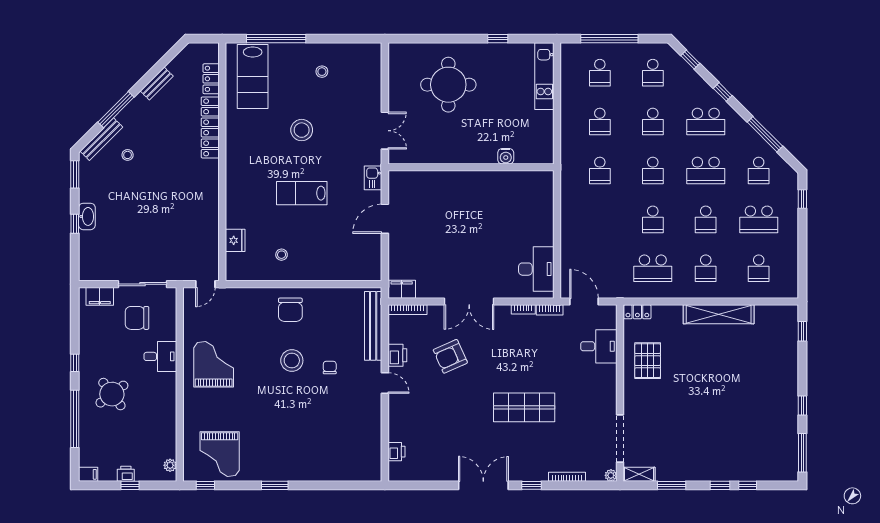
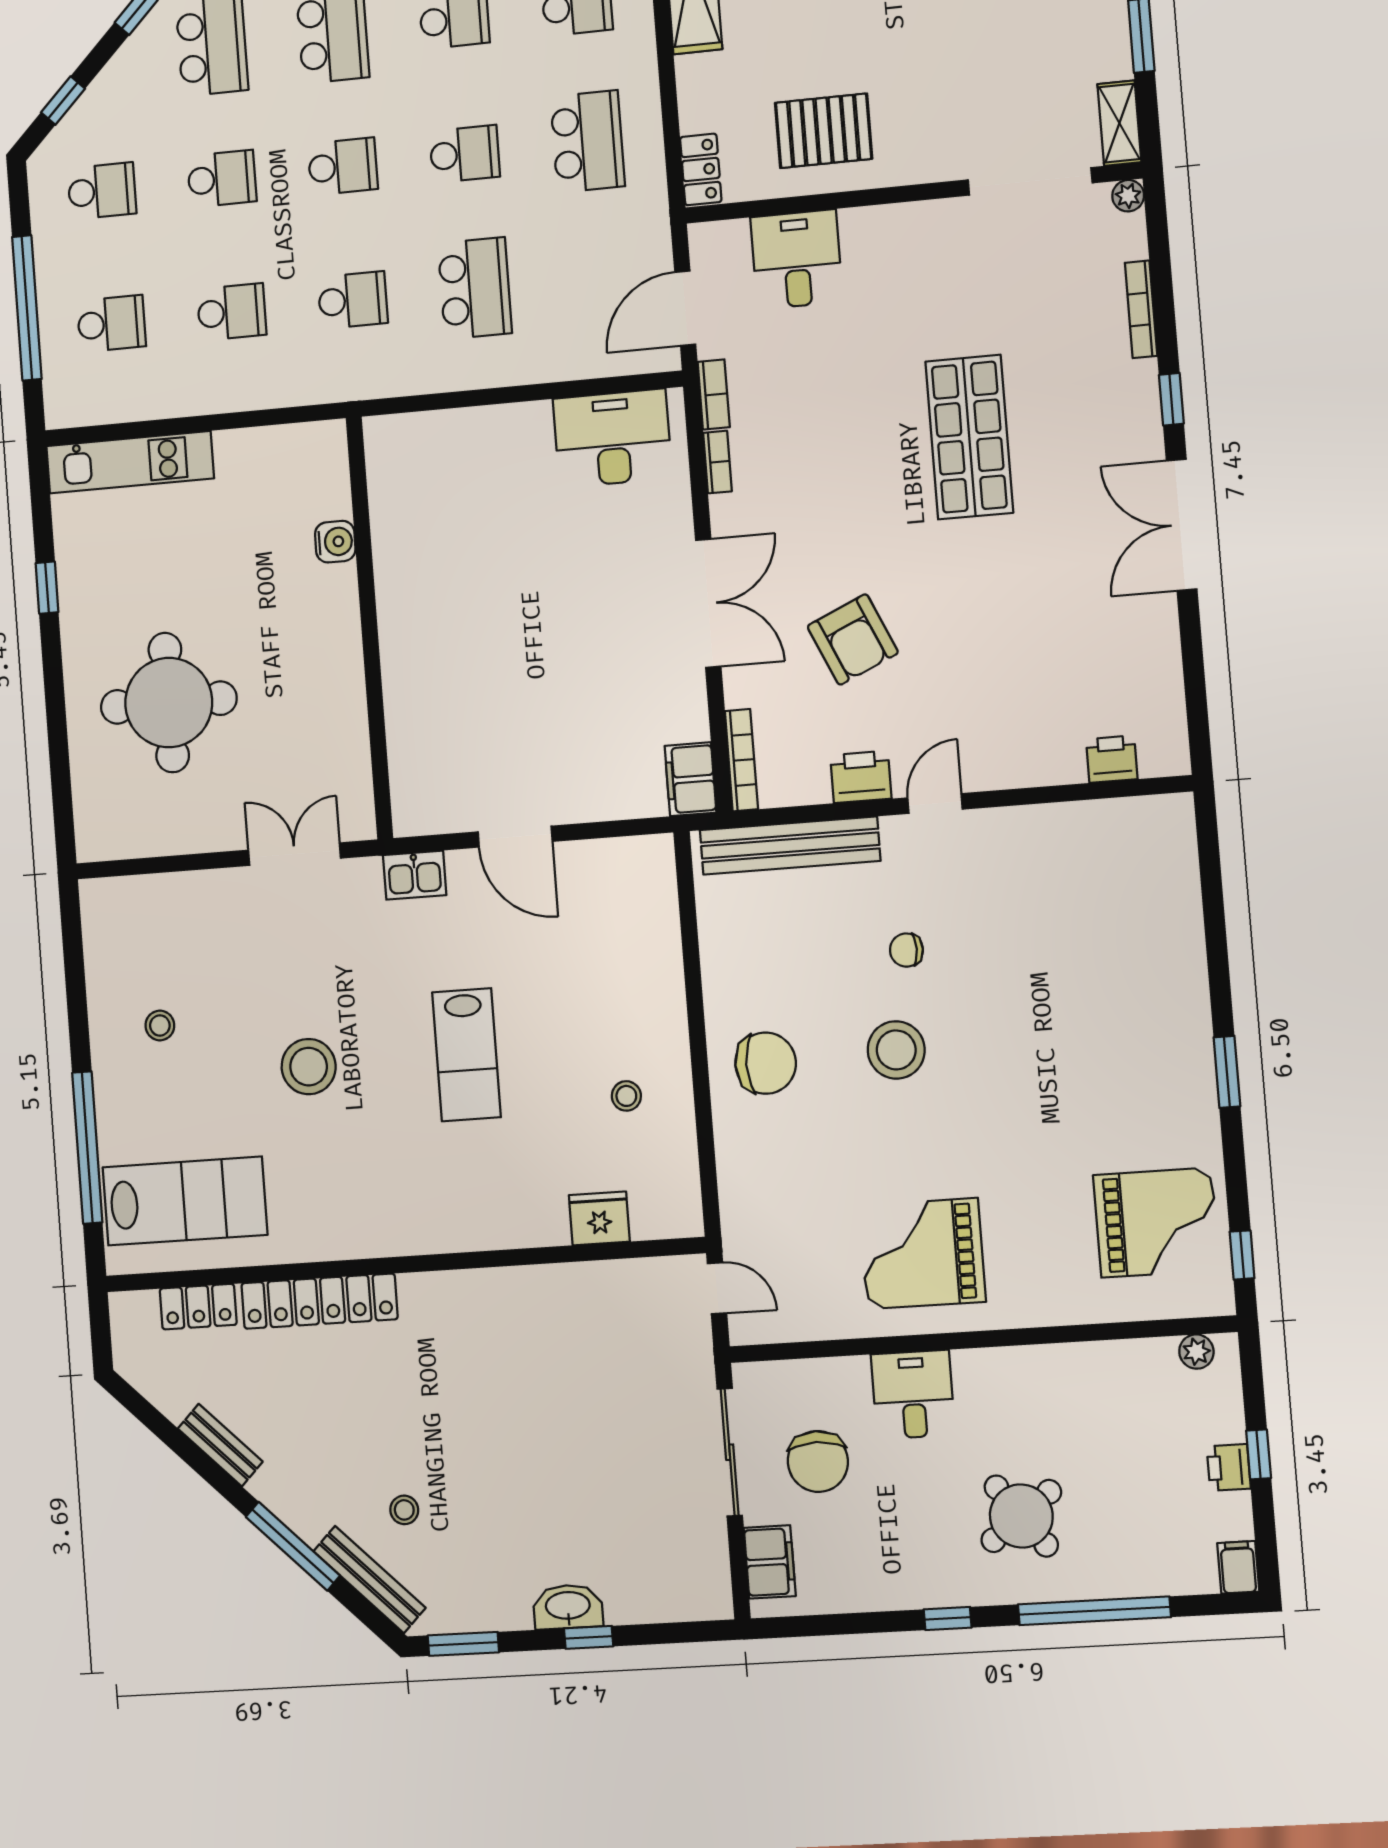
school desk: (600, 219) -> (475, 288), added

